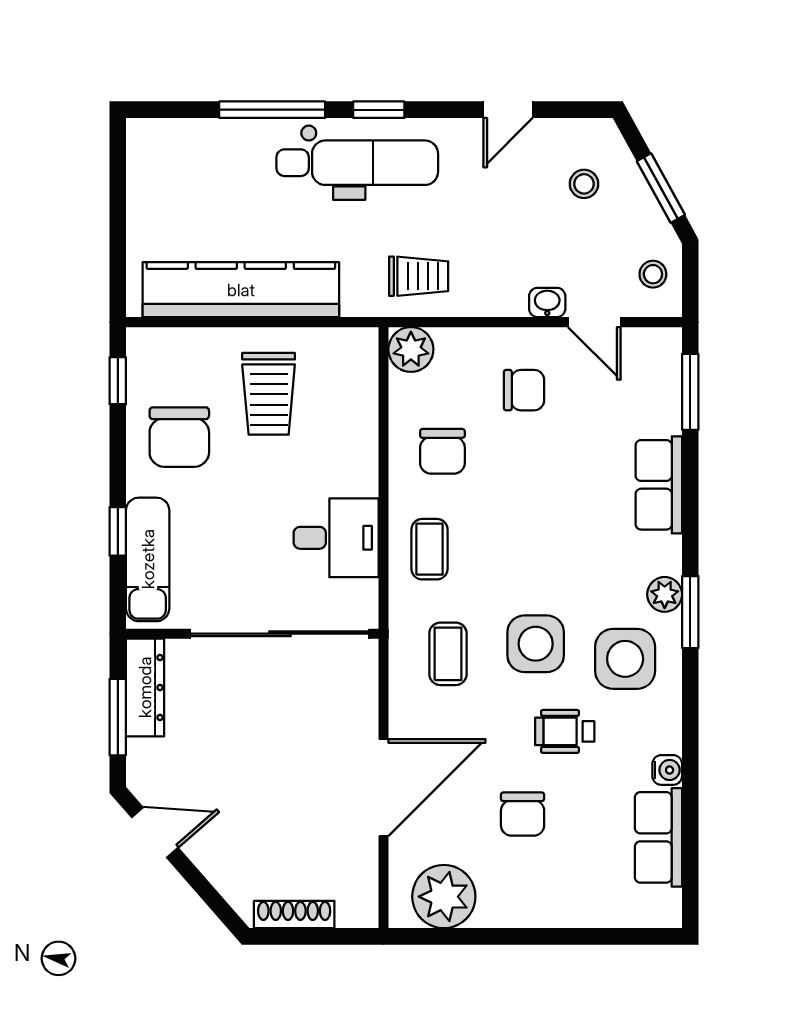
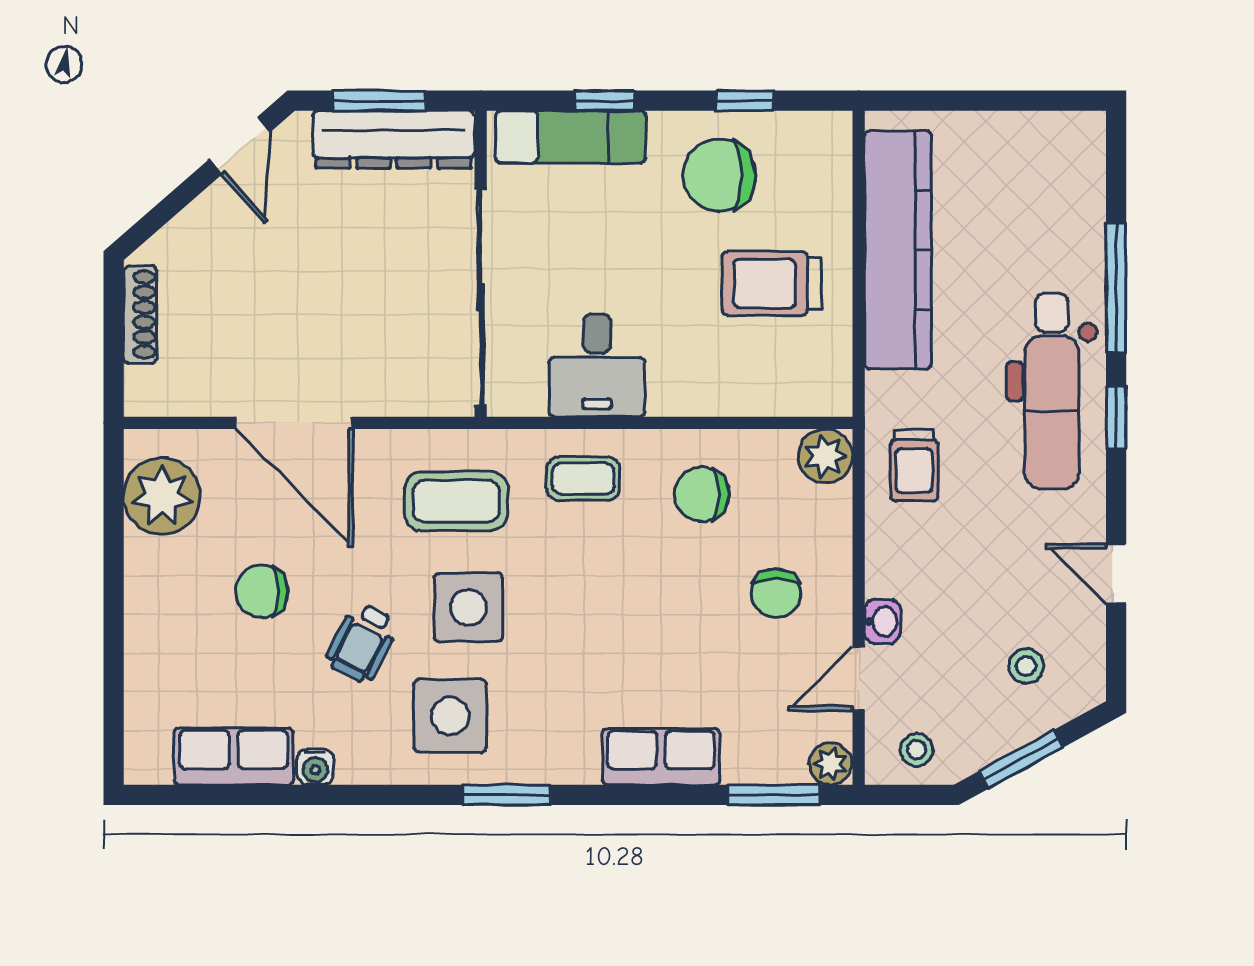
window: (118, 381) -> (745, 101), moved
plant: (665, 594) -> (830, 764), moved
coffee table: (448, 654) -> (456, 501), width x1.36, depth x1.30
dresser: (145, 687) -> (394, 139), width x1.37, depth x1.24
wheelchair: (565, 731) -> (362, 643), turned -153

